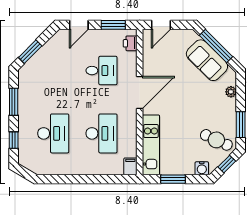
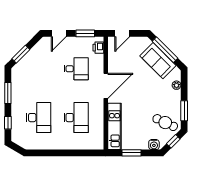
filing cabinet: (130, 166) -> (98, 143), removed

